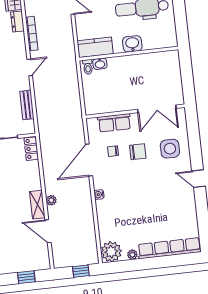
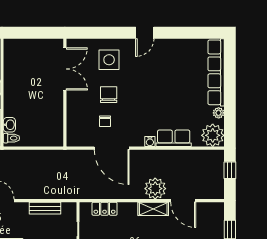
row of seats: (114, 123) -> (174, 138), moved, turned -90
locker: (31, 149) -> (105, 209), moved
plant: (51, 200) -> (155, 189), width x1.88, depth x1.88
door: (48, 231) -> (183, 201), hinge flipped

